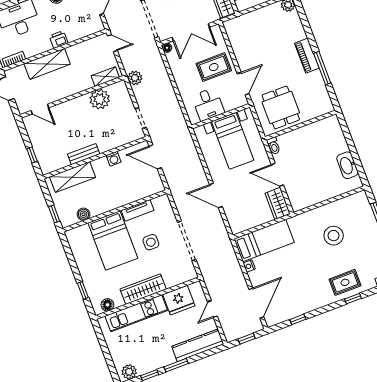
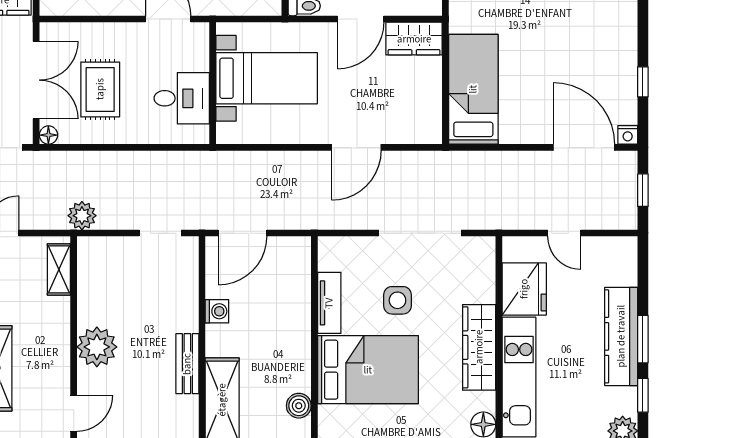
rug: (214, 67) -> (100, 89), moved
plant: (100, 99) -> (97, 347), moved
nightstand: (249, 266) -> (628, 135), moved
kitchen counter: (198, 345) -> (621, 336), moved

